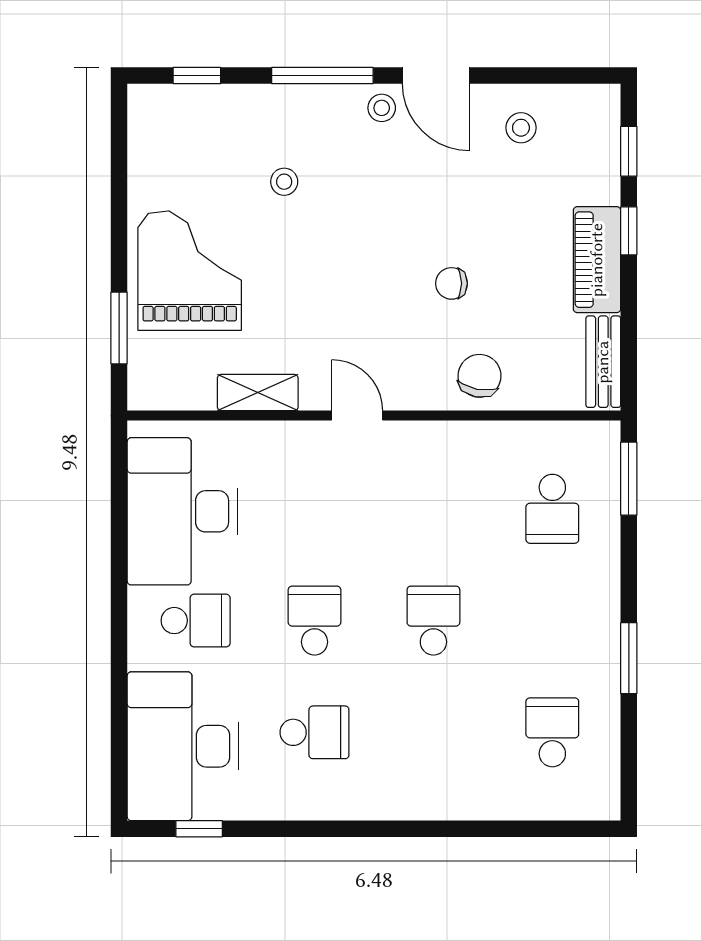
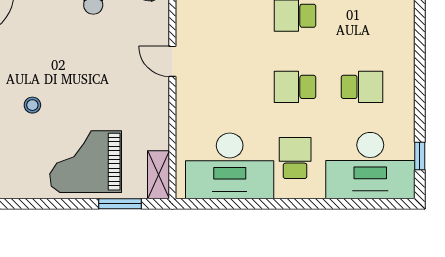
shelving: (258, 393) -> (159, 175), moved
door: (357, 416) -> (172, 61), hinge flipped
school desk: (315, 732) -> (362, 87), turned 90

